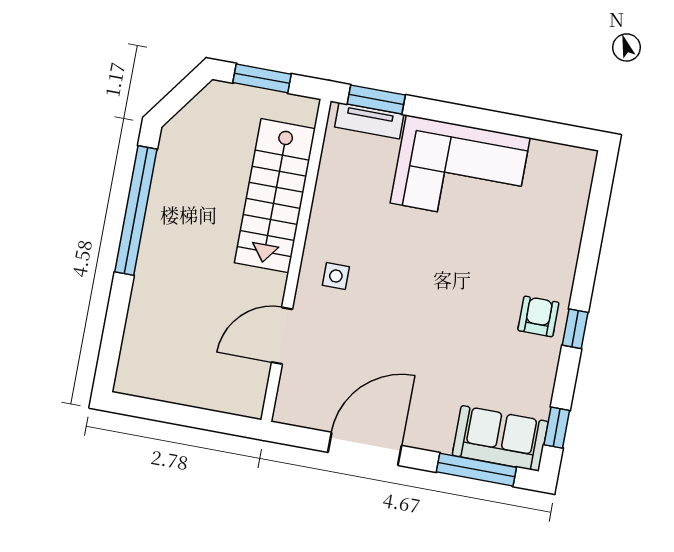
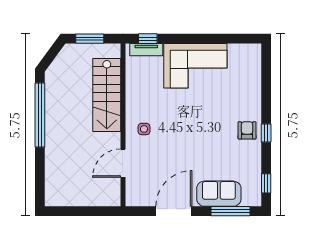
window: (376, 100) -> (148, 39), width x0.67
sofa: (500, 438) -> (219, 194), moved

